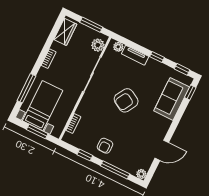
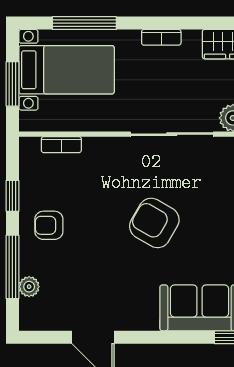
plant: (141, 174) -> (29, 287), moved

